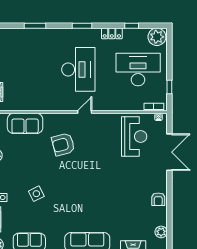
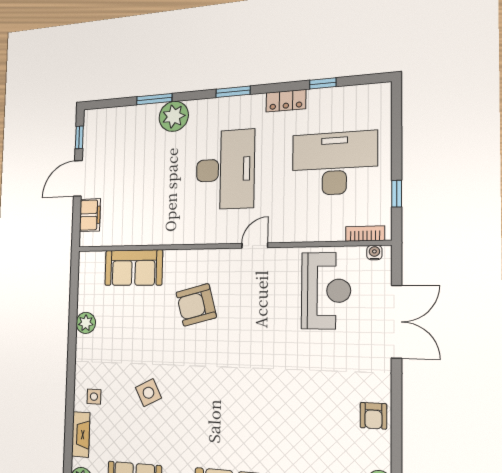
plant: (157, 37) -> (174, 116), moved
door: (85, 112) -> (255, 246), moved

